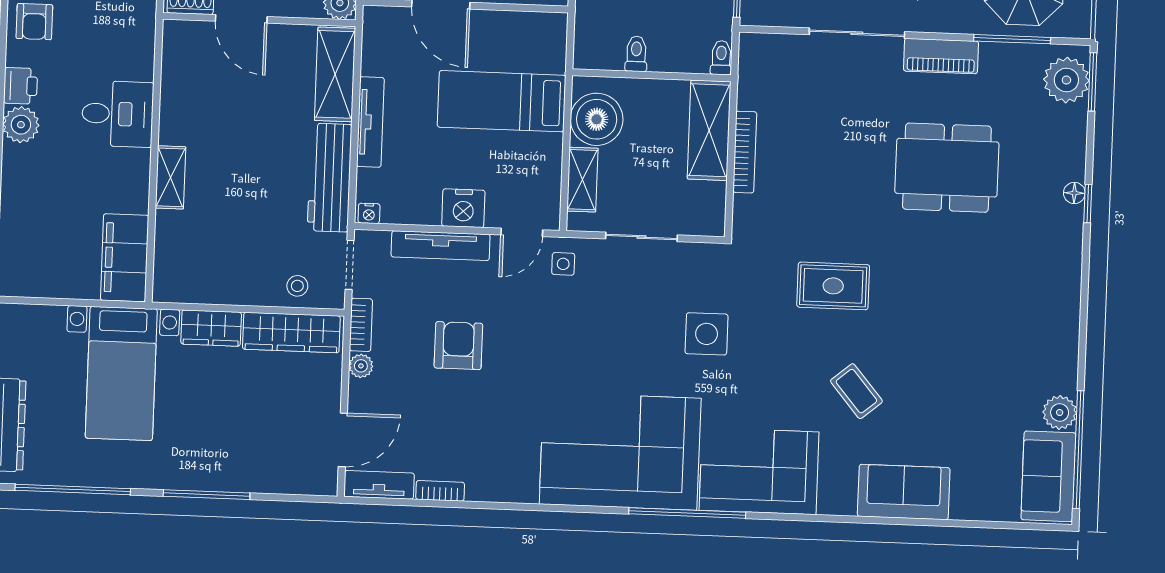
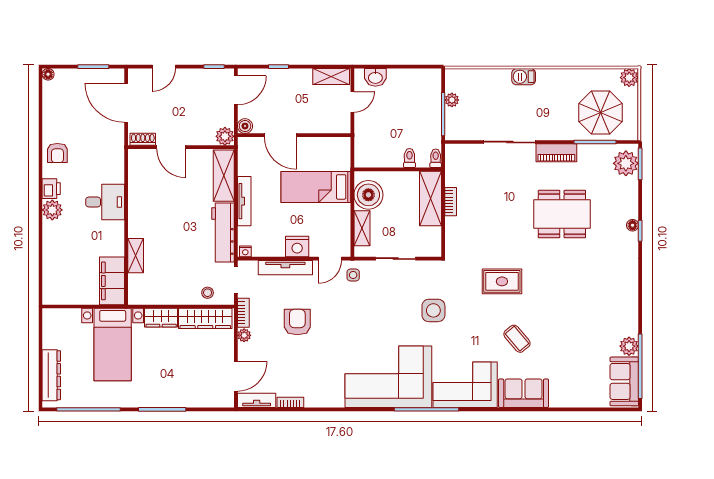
toilet: (636, 54) -> (409, 158), moved
bookcase: (745, 152) -> (451, 202), width x0.64
shelving: (171, 177) -> (136, 256), moved
sofa: (904, 492) -> (524, 393), moved

